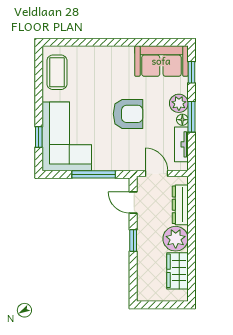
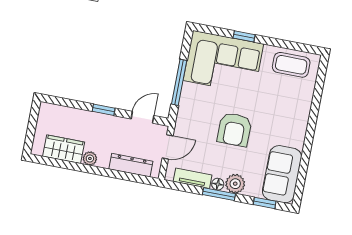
window: (39, 137) -> (244, 36), moved
plant: (176, 239) -> (90, 158), width x0.53, depth x0.53

